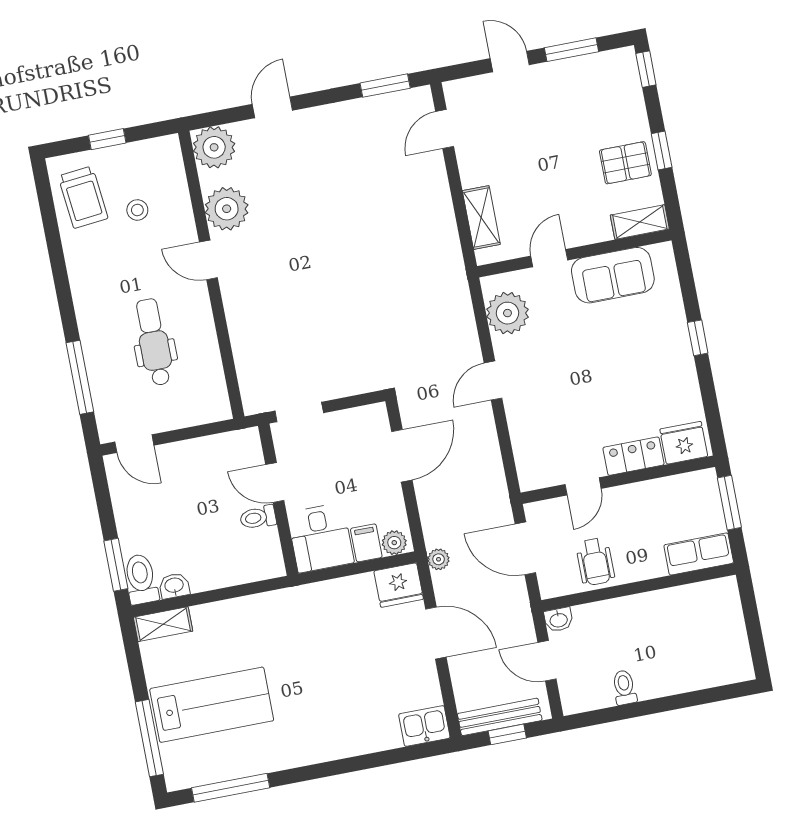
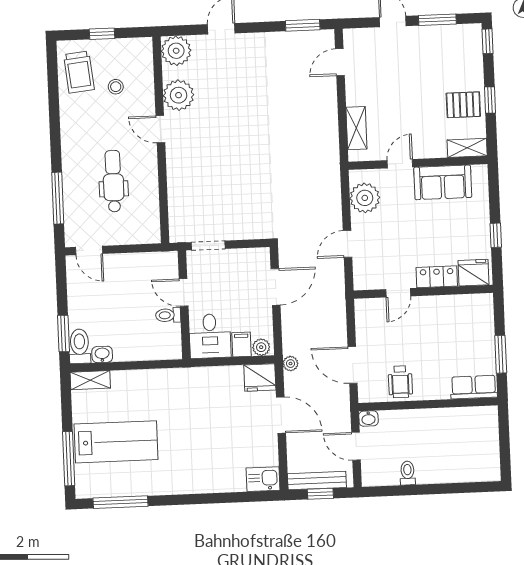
fridge: (684, 443) -> (473, 273), moved
locker: (634, 456) -> (437, 277), moved
wall: (618, 480) -> (423, 292), moved
door: (583, 486) -> (398, 293), moved

